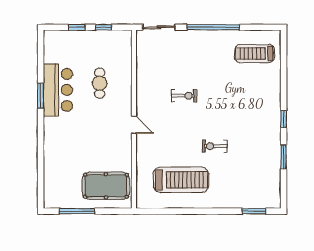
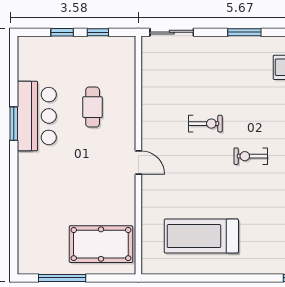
window: (213, 27) -> (244, 32), width x0.47
exercise bike: (215, 146) -> (251, 156), moved
treadmill: (181, 180) -> (201, 236), turned 180

